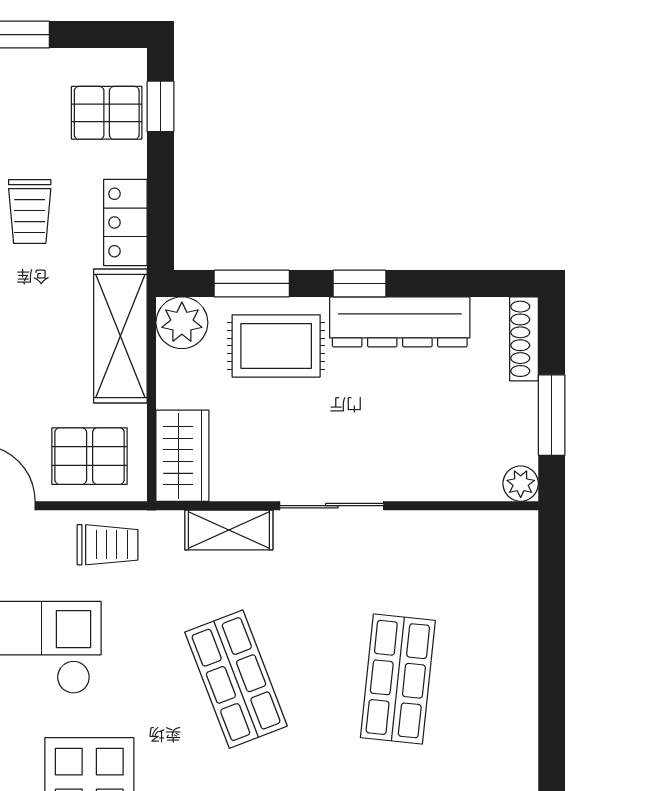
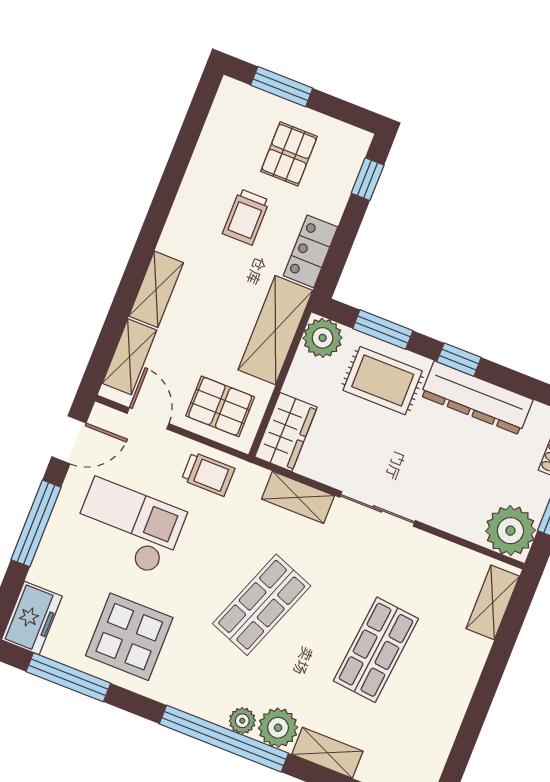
pallet: (107, 113) -> (289, 154), moved, turned 90
plant: (521, 484) -> (510, 531), width x1.87, depth x1.87
shelving: (518, 565) -> (493, 602), added
shop shelf: (236, 679) -> (262, 605), turned 42

